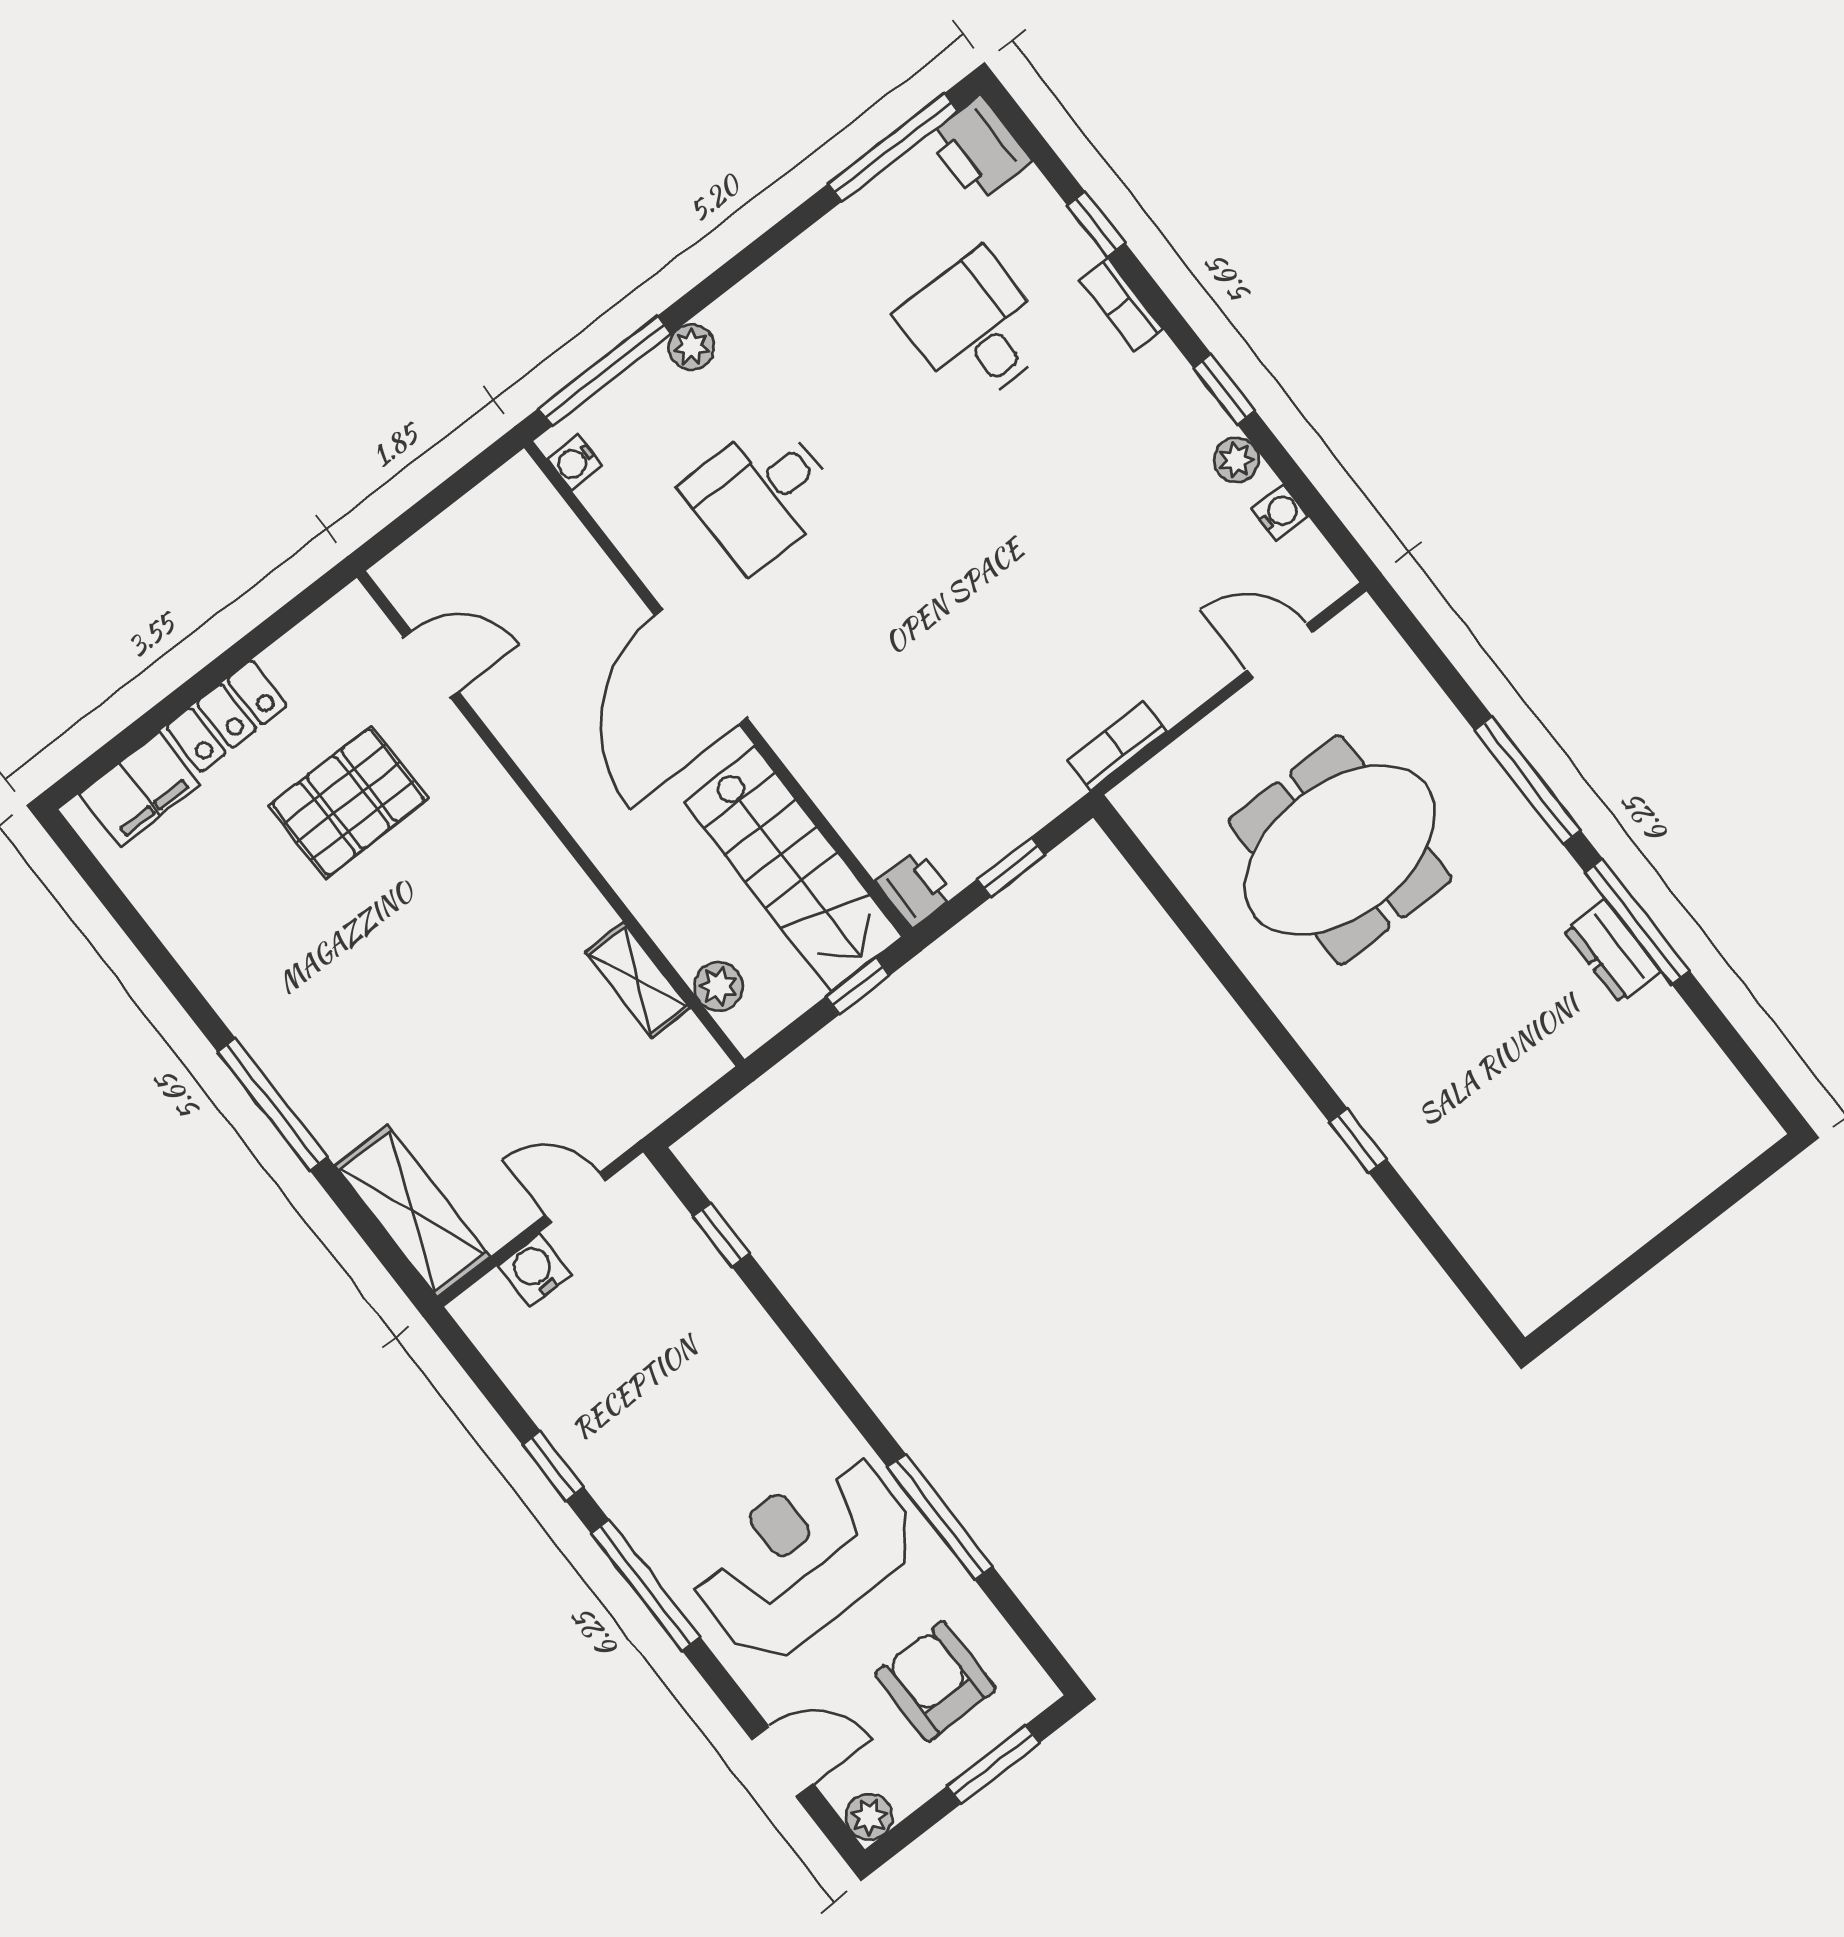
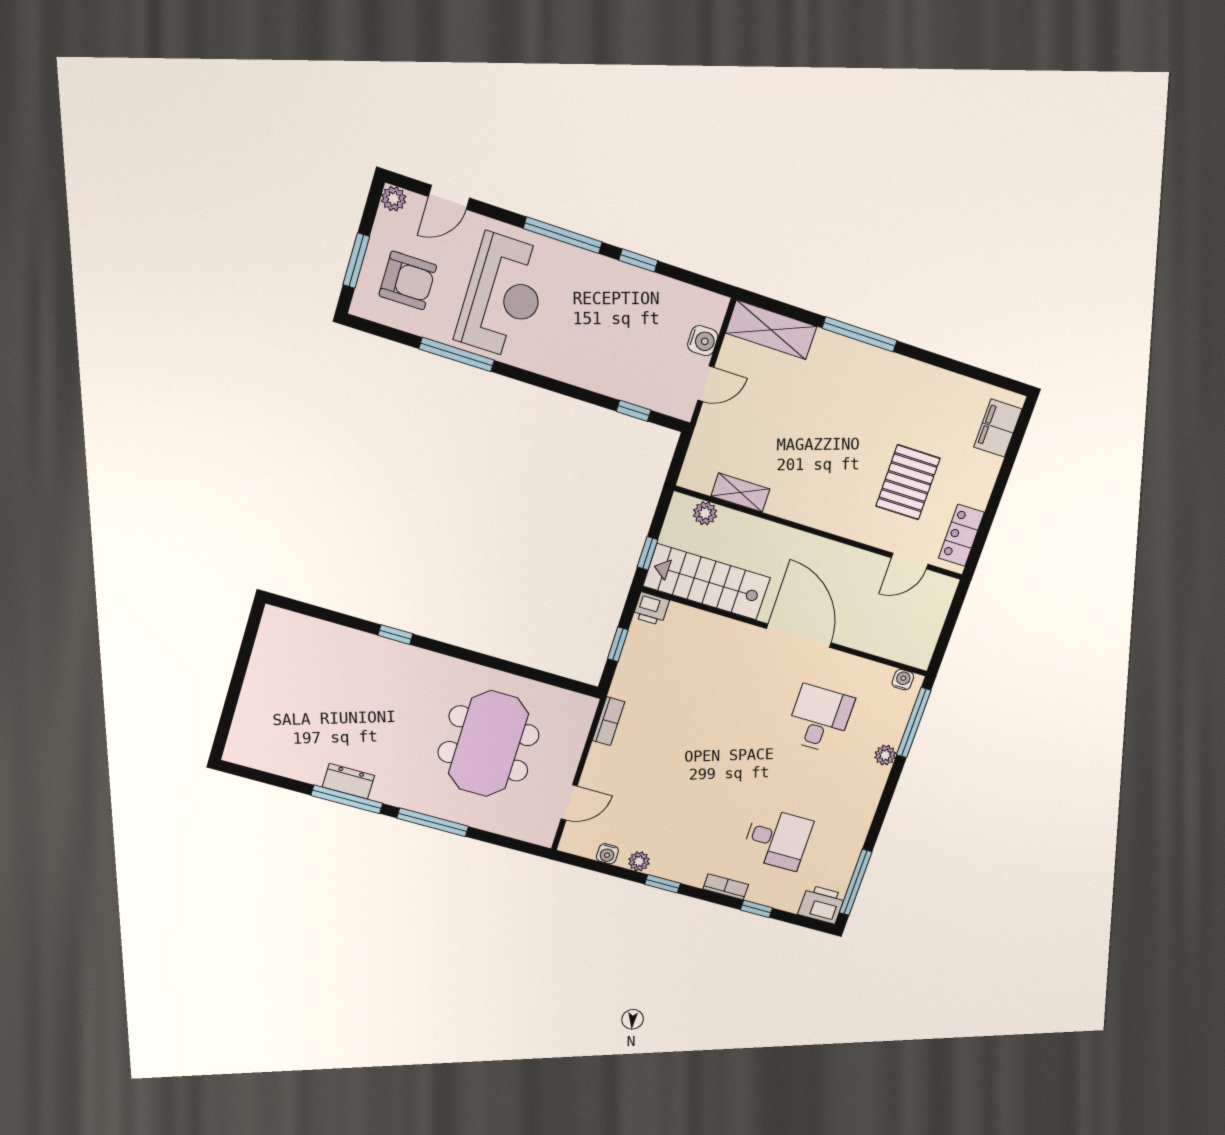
locker: (226, 716) -> (961, 535), moved

